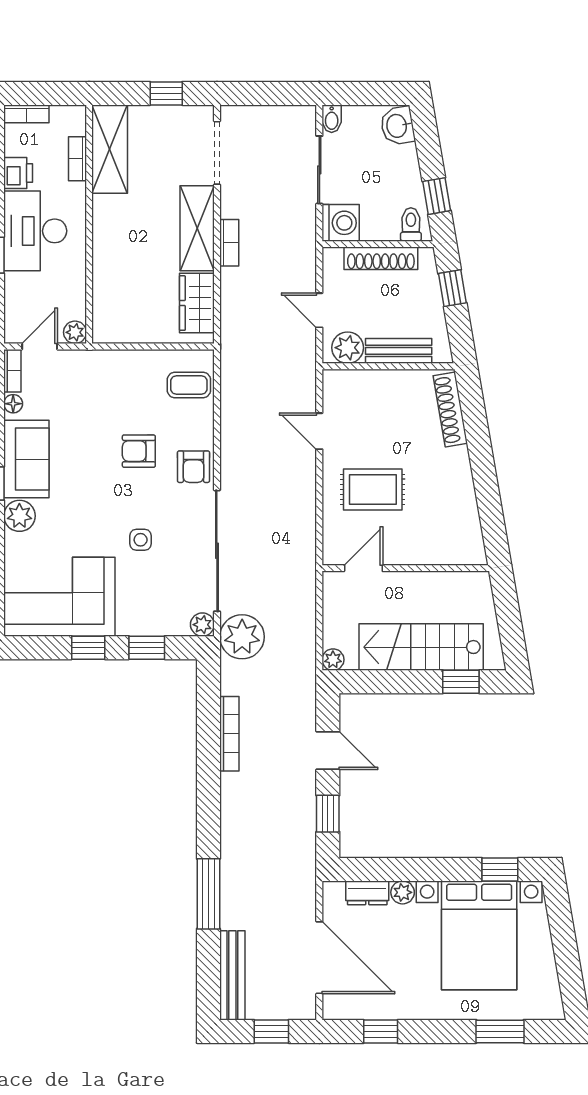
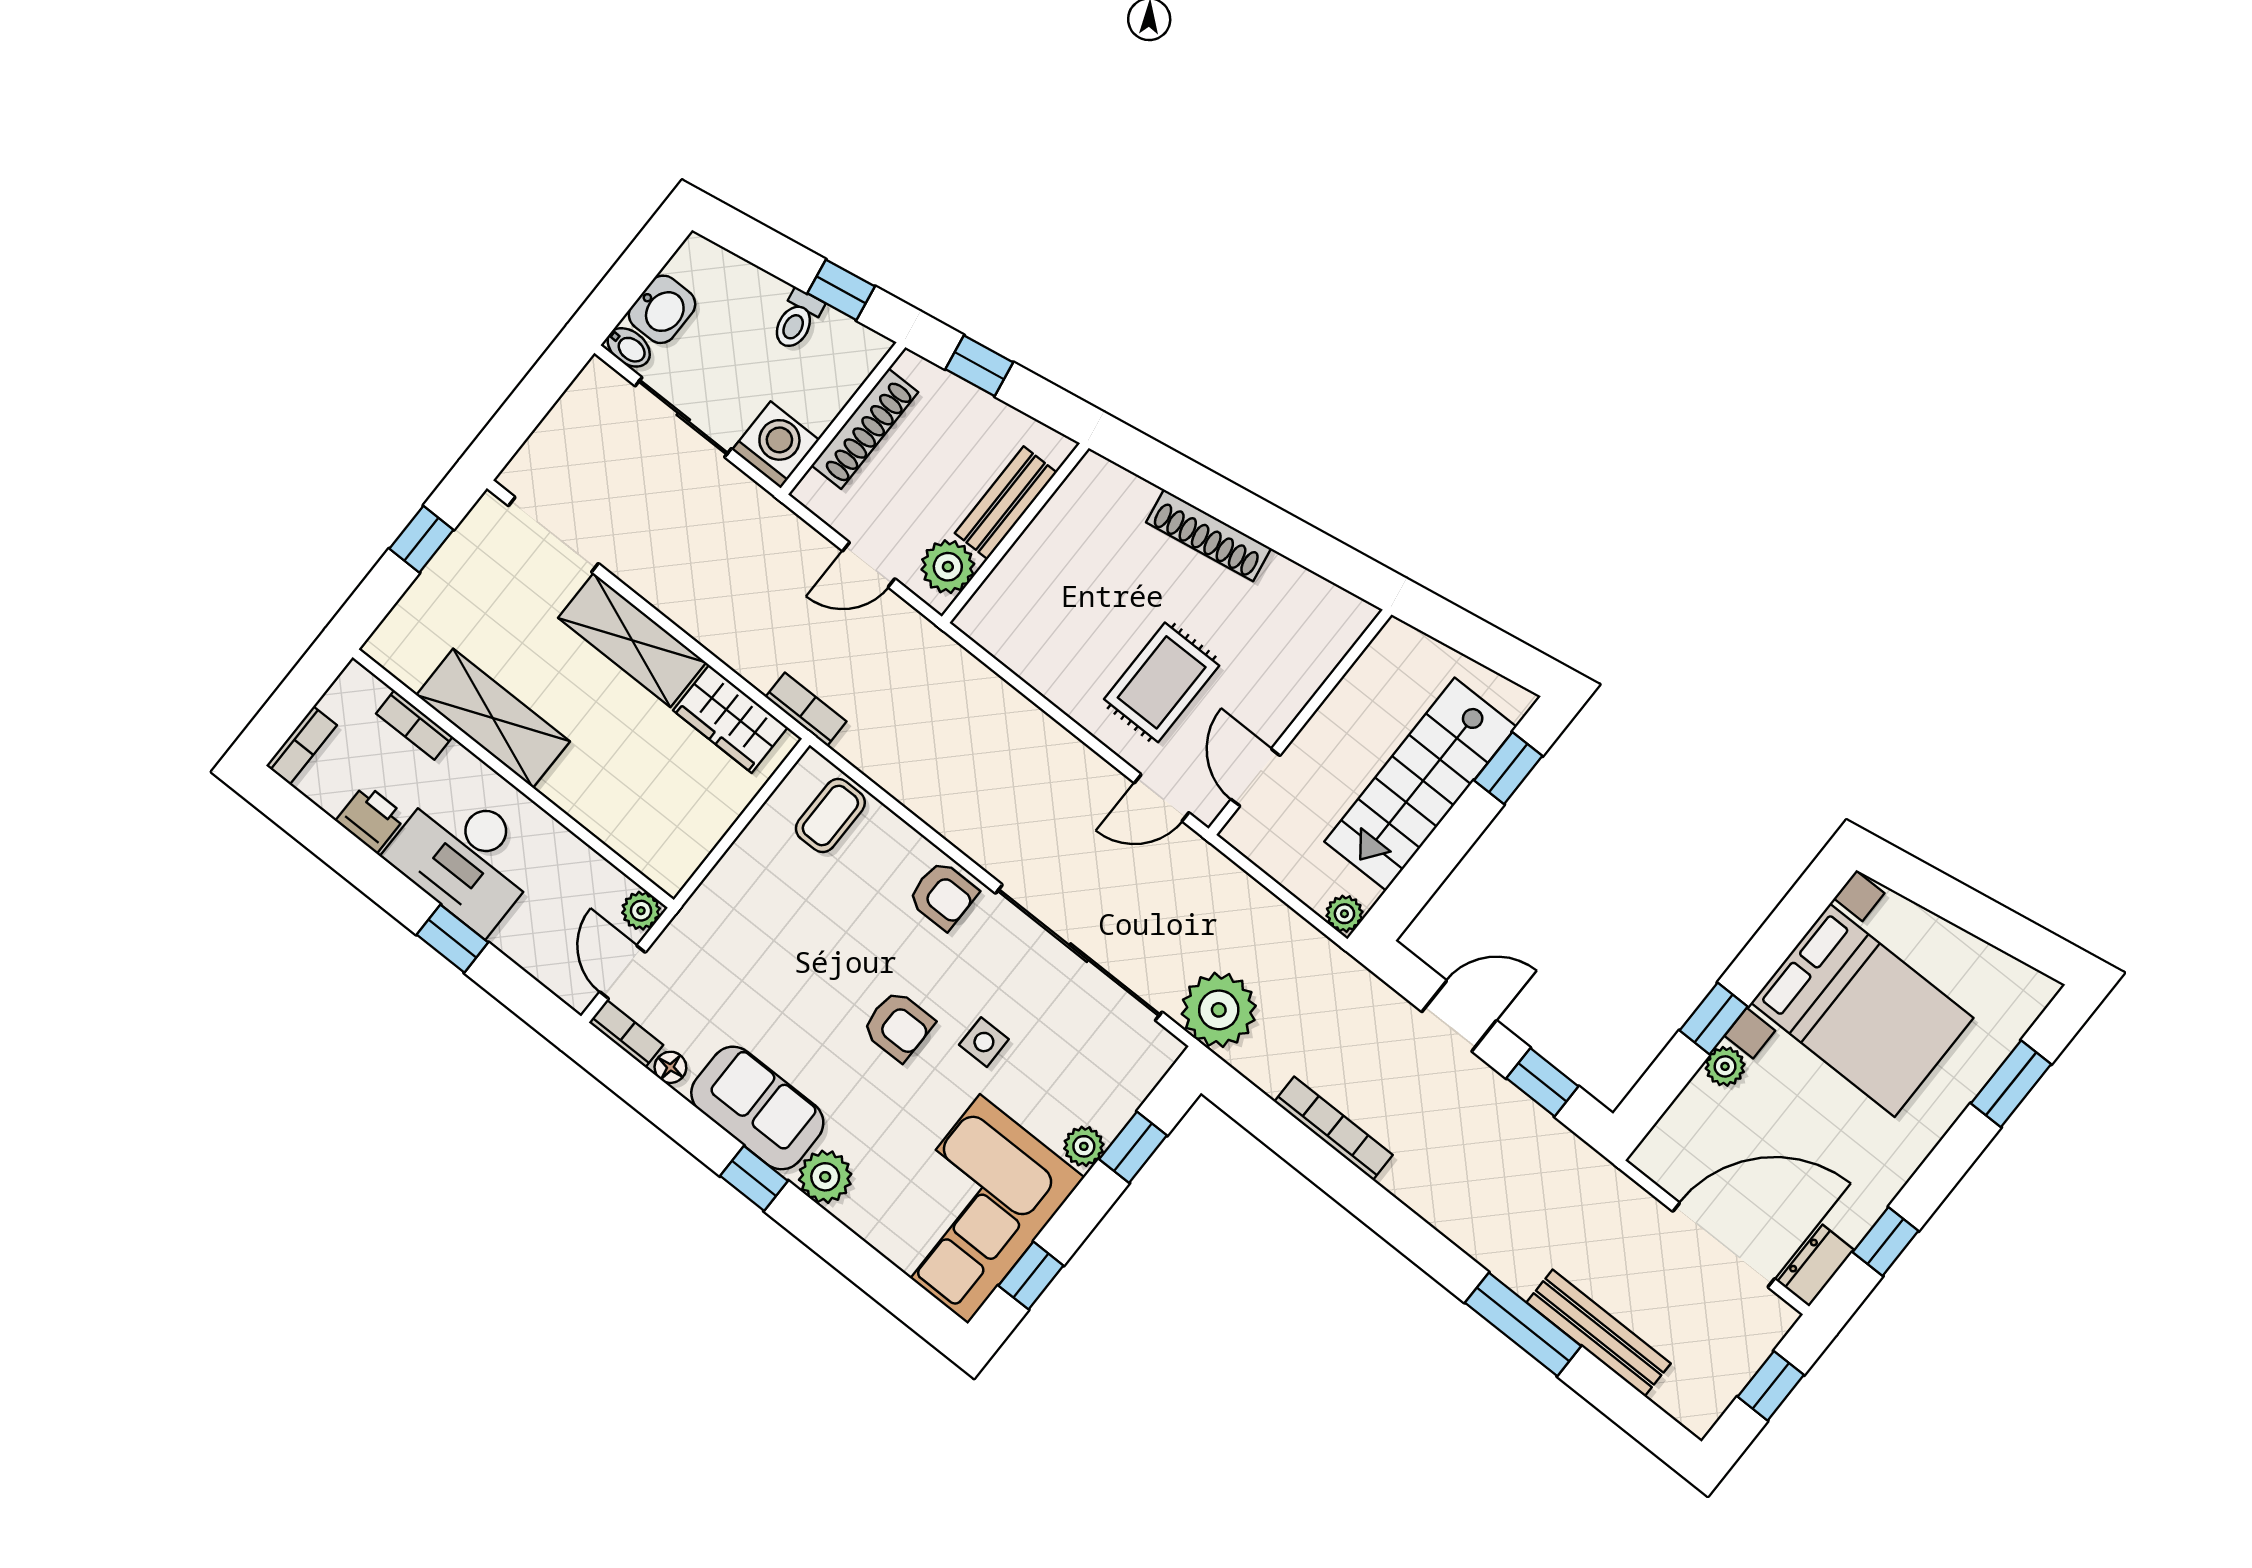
washbasin: (397, 126) -> (662, 309), moved, turned -80
shelving: (110, 149) -> (493, 718), moved
toilet: (411, 224) -> (797, 320), moved, turned -100
bookcase: (229, 243) -> (806, 709), moved
shoe rack: (450, 410) -> (1209, 535), moved
door: (319, 431) -> (1162, 798), moved
armchair: (139, 451) -> (898, 1026), moved, turned -90
plant: (202, 625) -> (1084, 1146), moved
window: (88, 648) -> (1031, 1276), moved
window: (500, 869) -> (1714, 1019), moved
dresser: (367, 893) -> (1816, 1265), moved, turned 180
bench: (232, 975) -> (1599, 1333), moved

